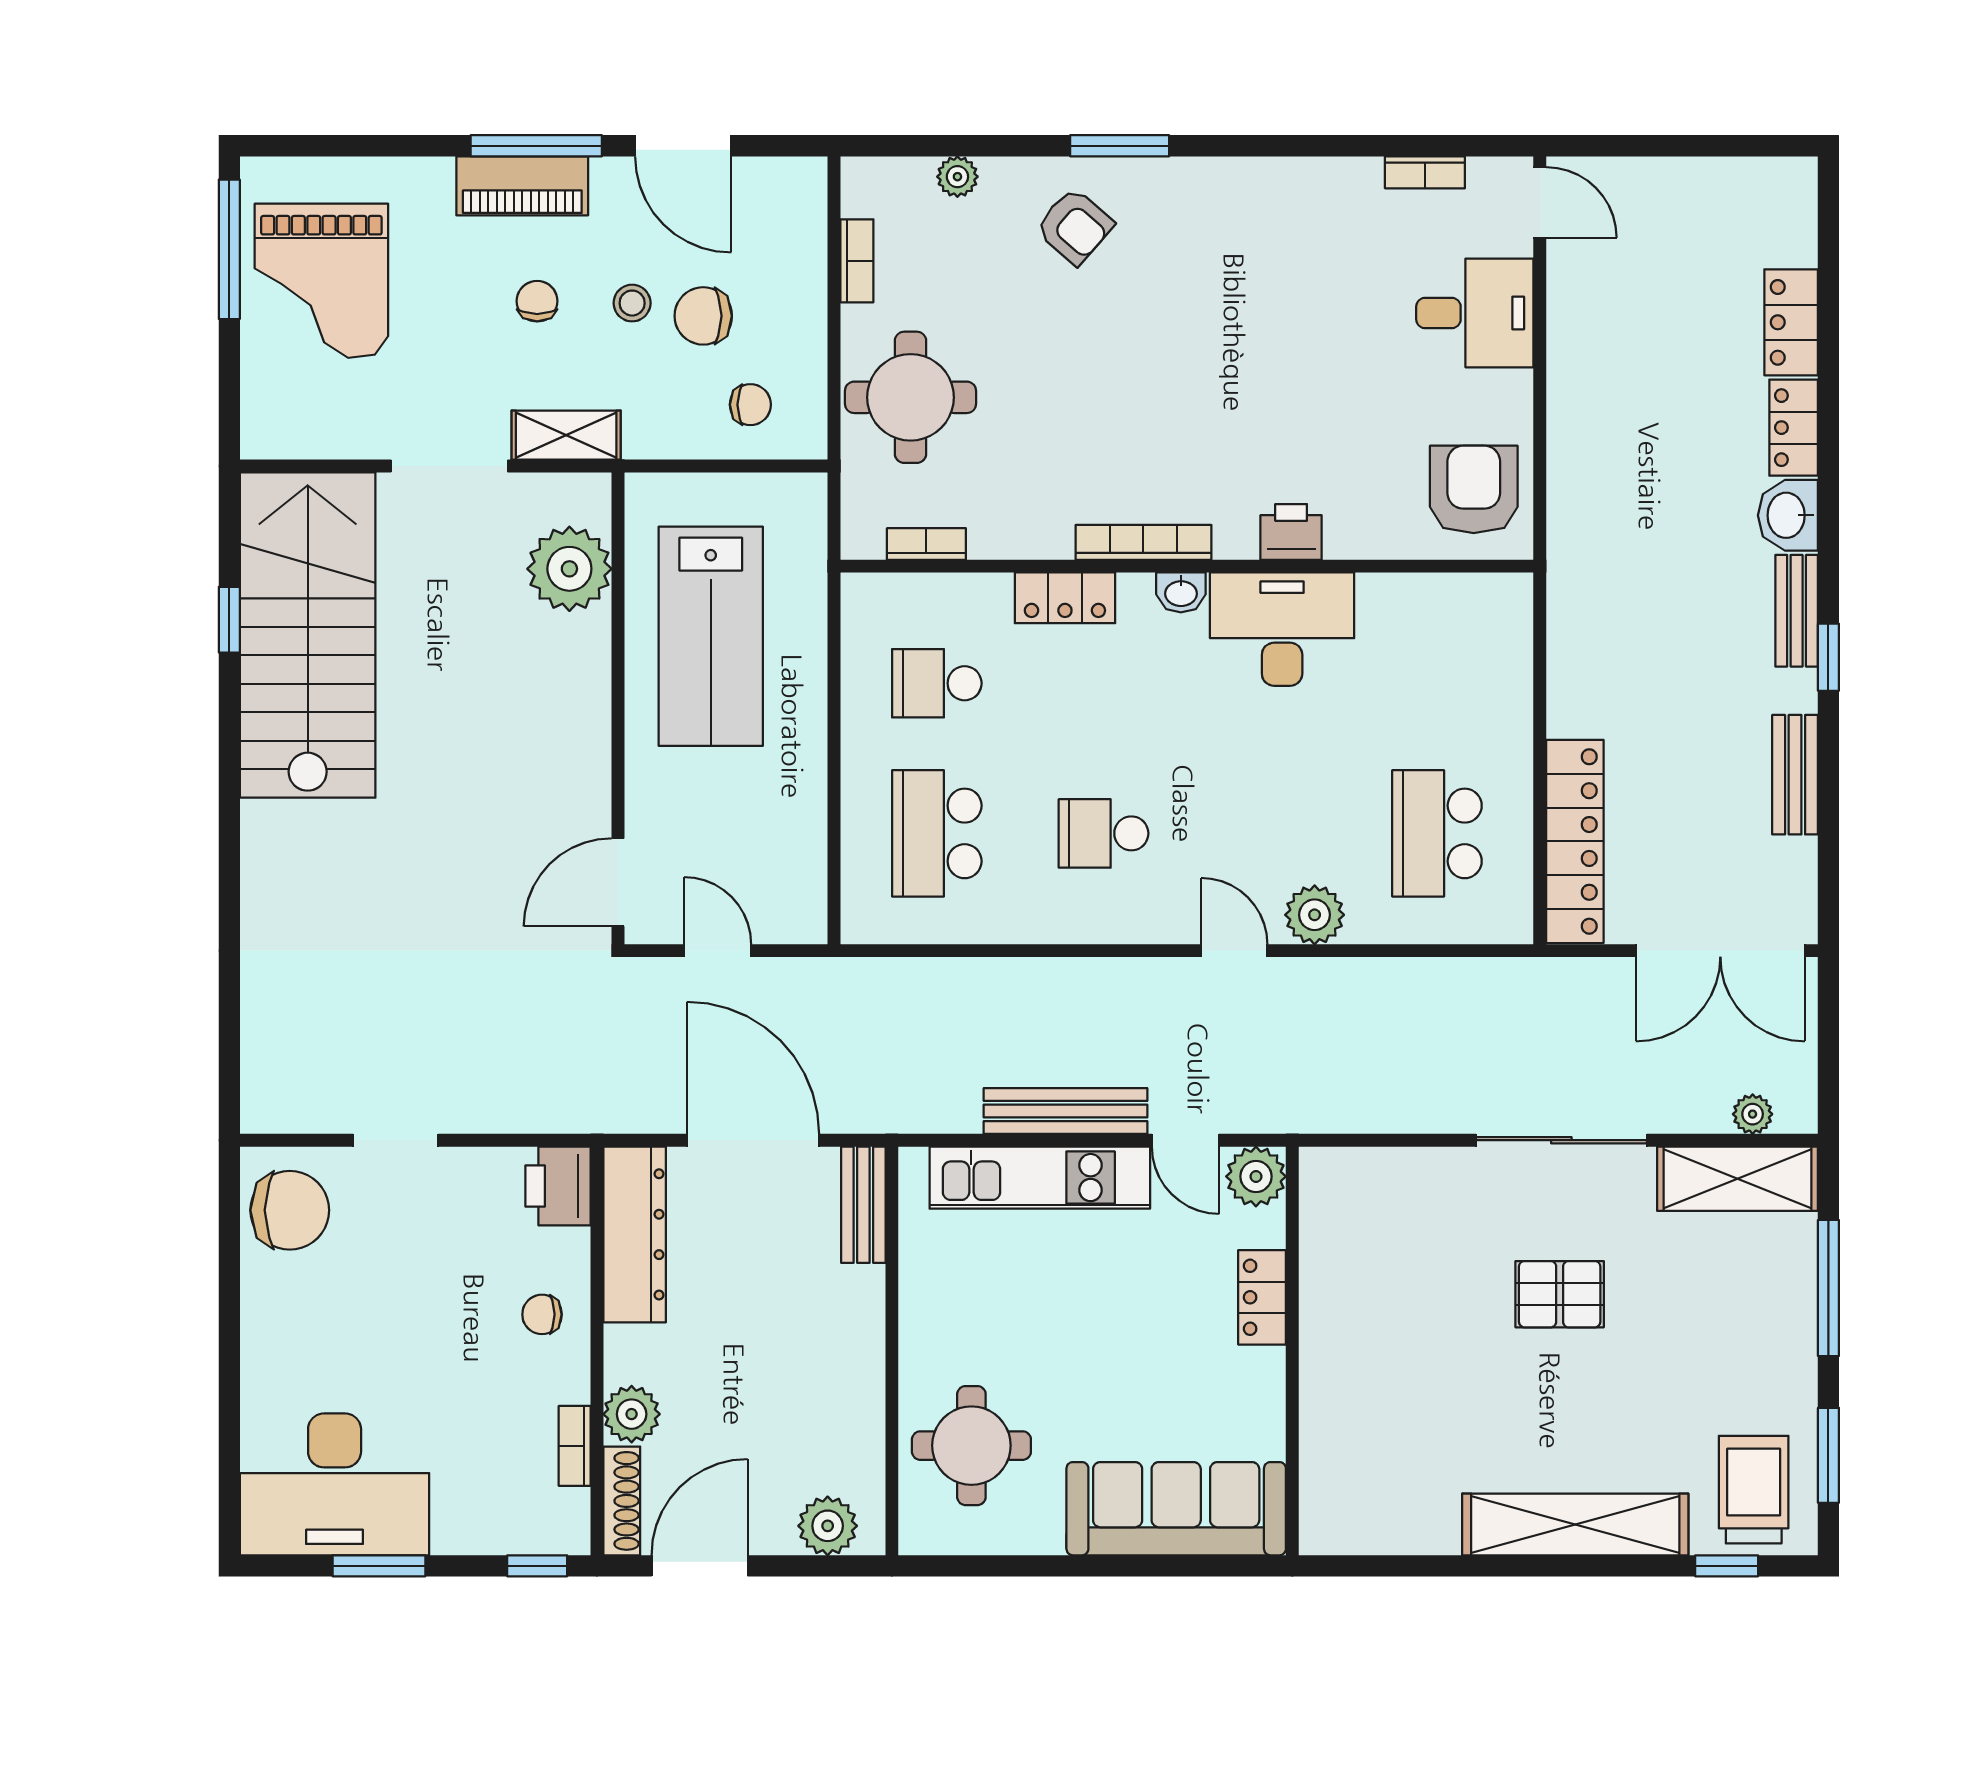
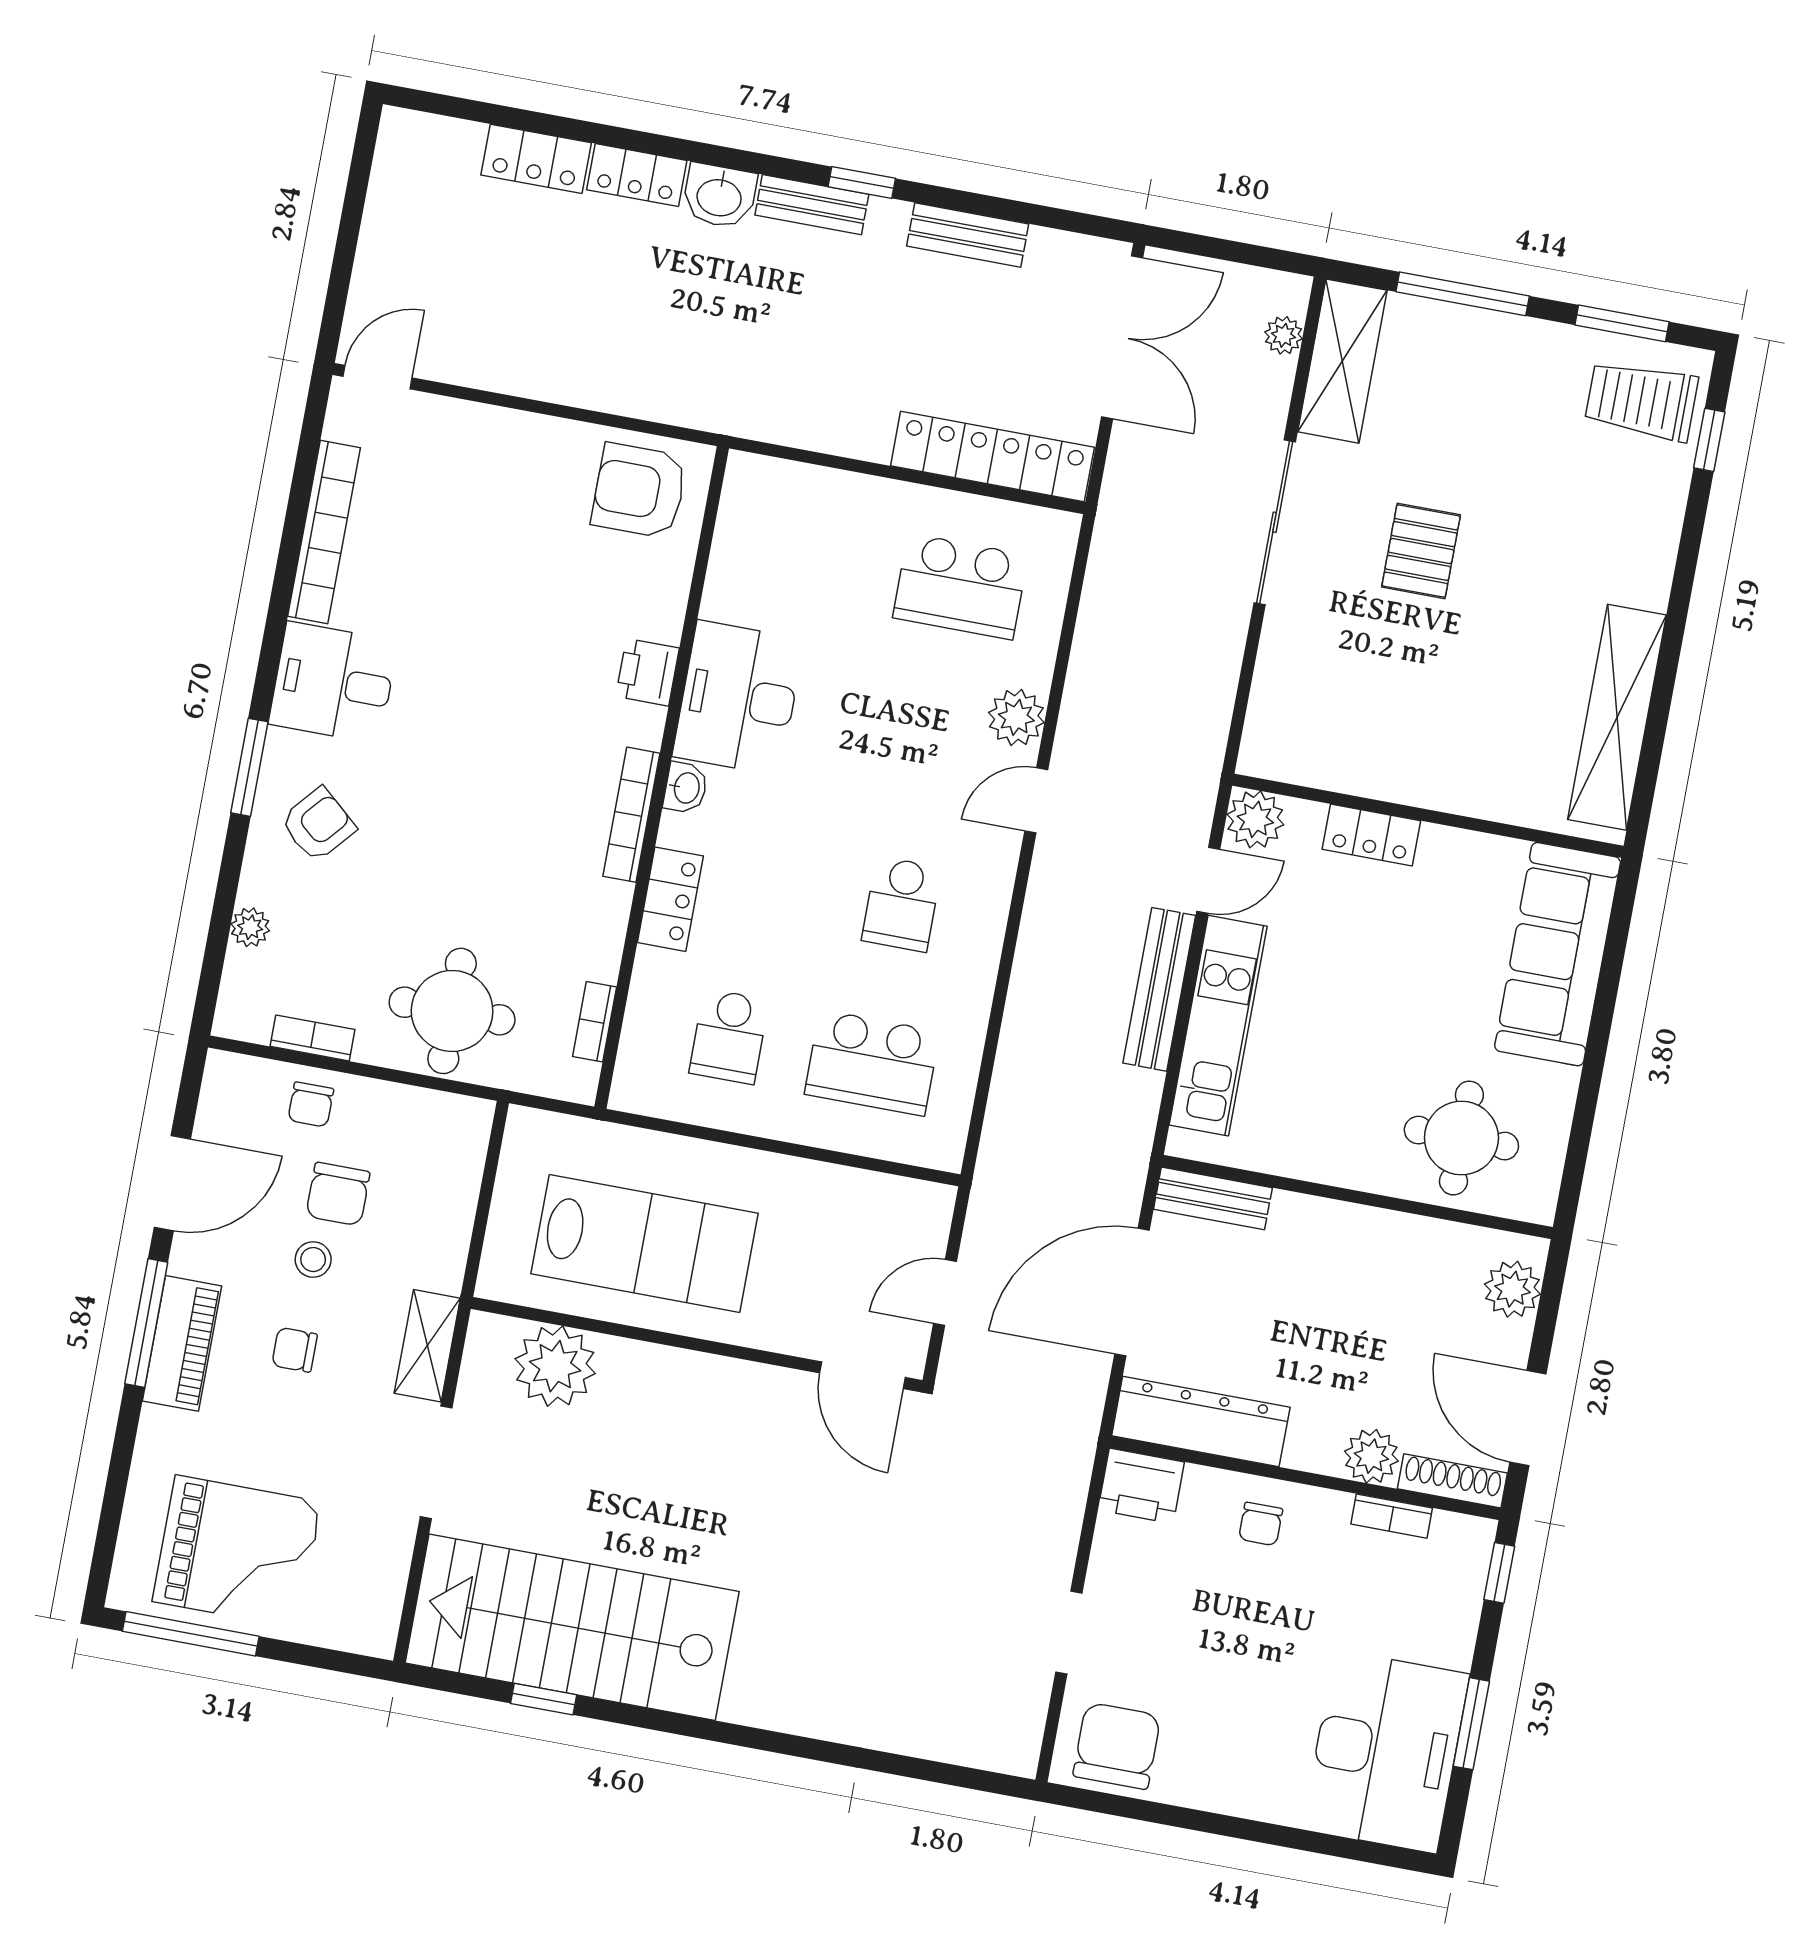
bookcase: (1425, 172) -> (324, 532), width x2.31, depth x1.31
desk: (1475, 313) -> (333, 683), moved, turned -90
chair: (750, 405) -> (311, 1105), moved, turned 180
shelving: (1575, 1524) -> (1617, 717), moved

